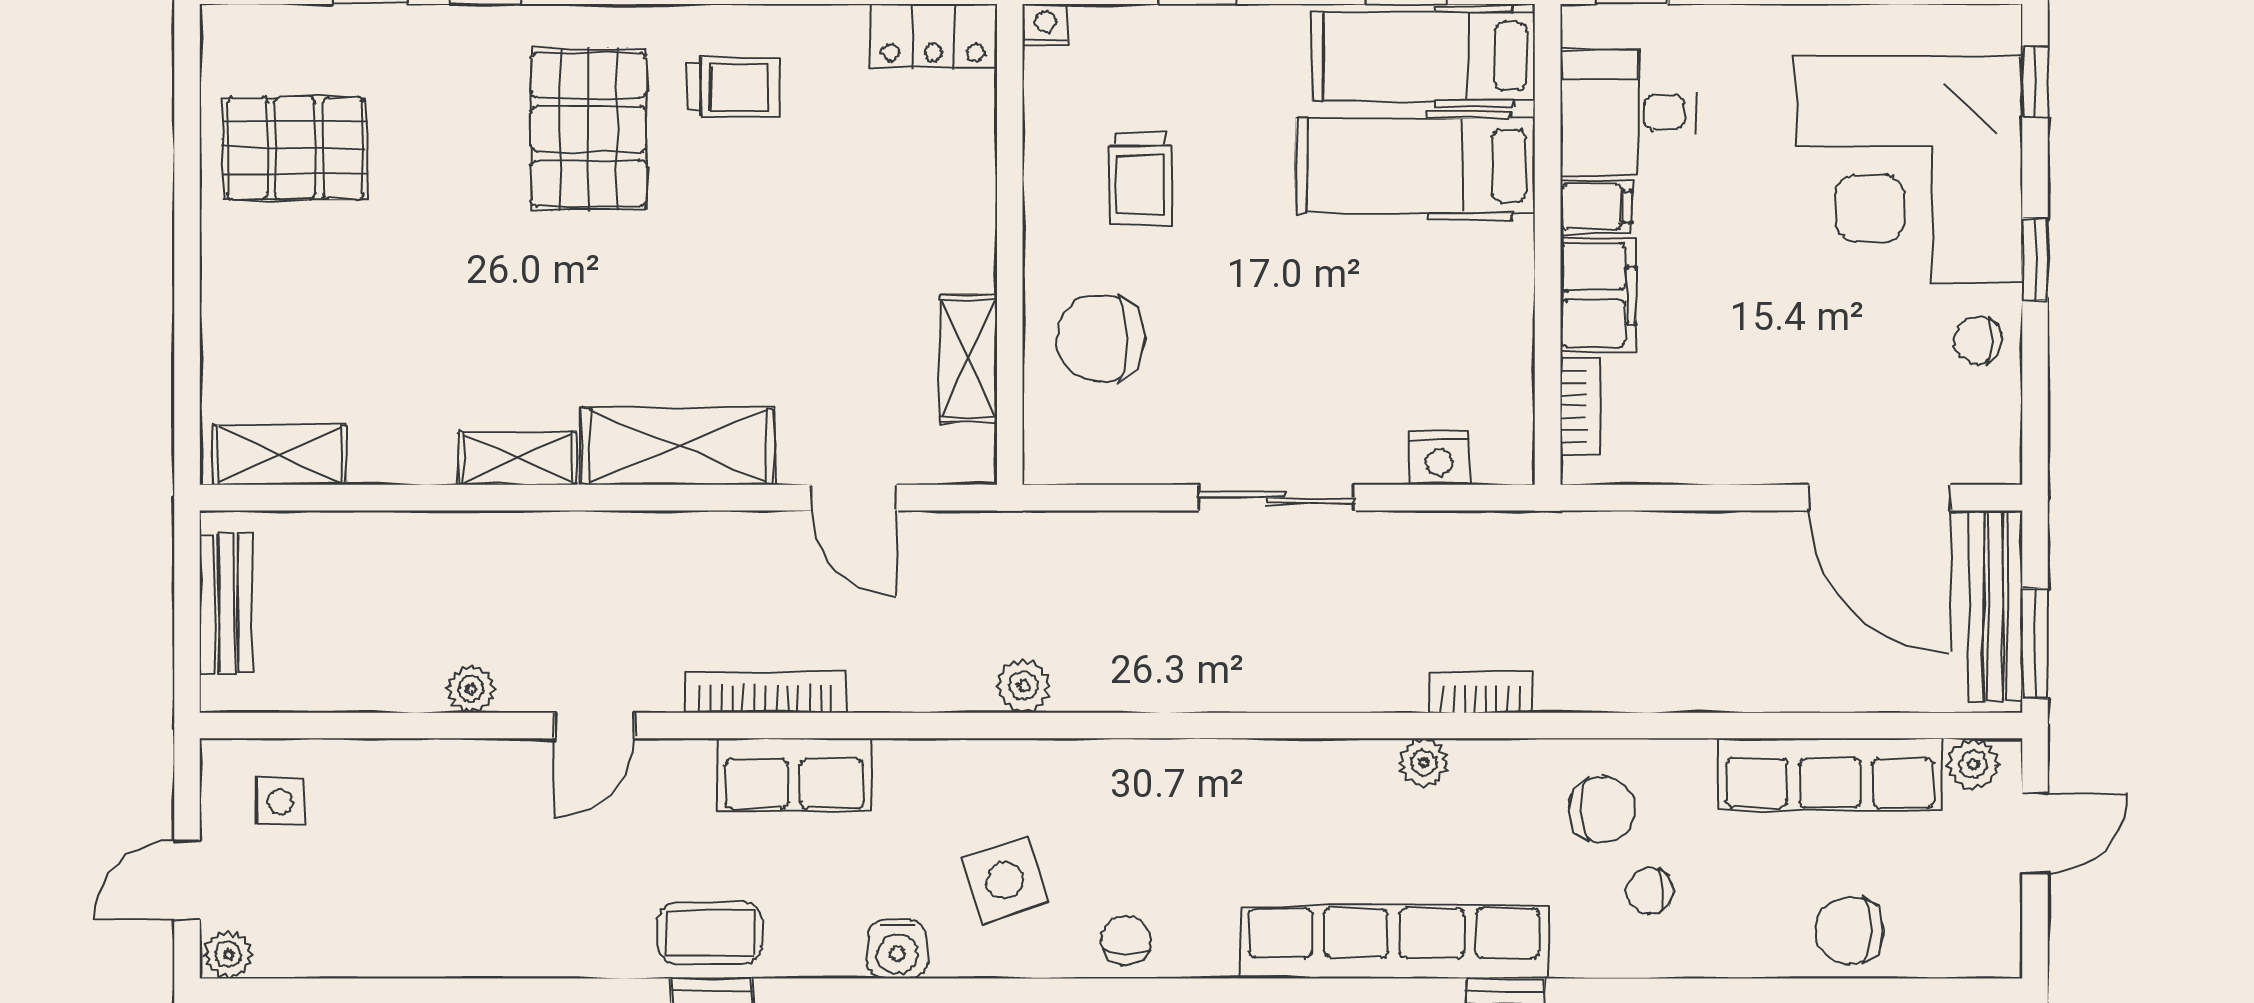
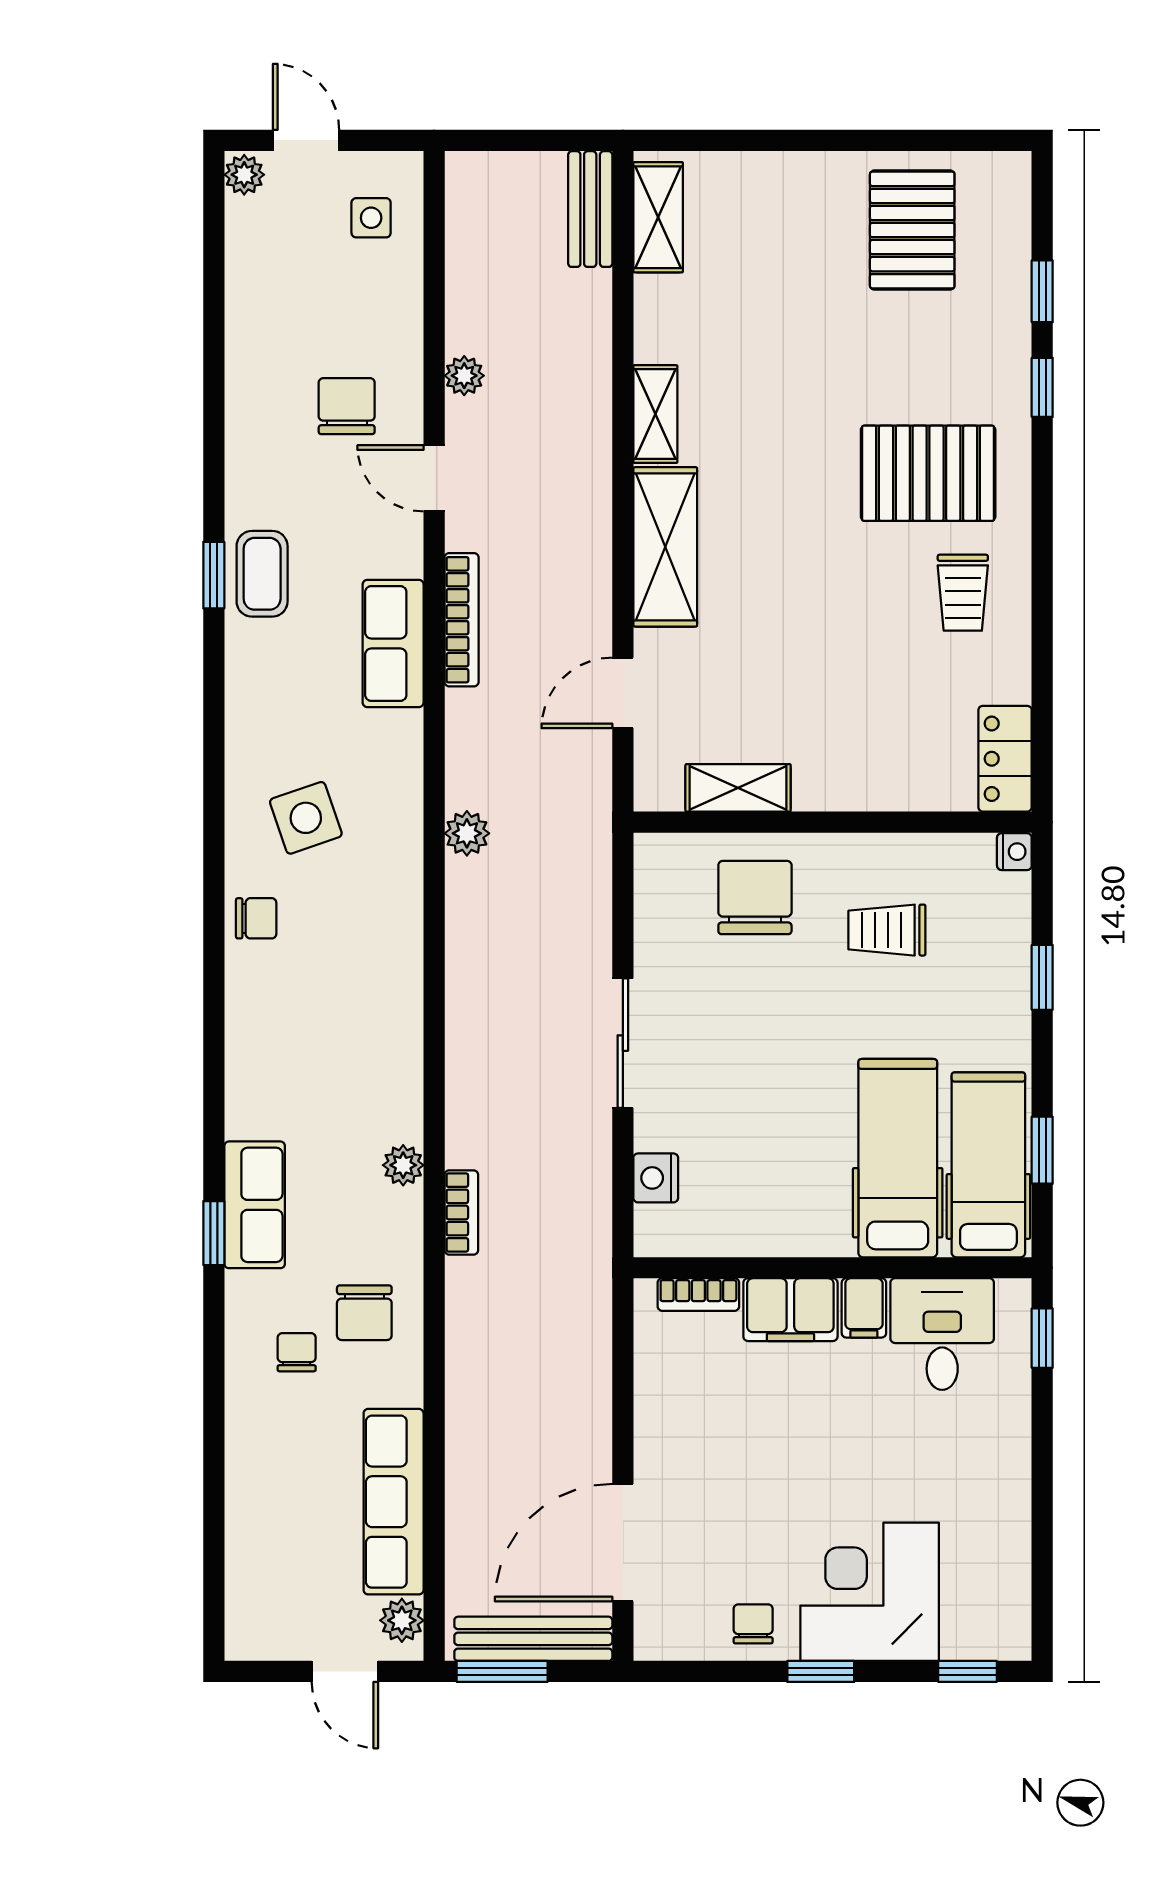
corner desk: (1909, 170) -> (870, 1592), width x0.74, depth x0.74
bench: (226, 603) -> (590, 209), moved, turned 90
chair: (1850, 931) -> (347, 406), moved
row of seats: (1394, 942) -> (255, 1205), width x0.50
water cooler: (897, 949) -> (249, 729), removed

